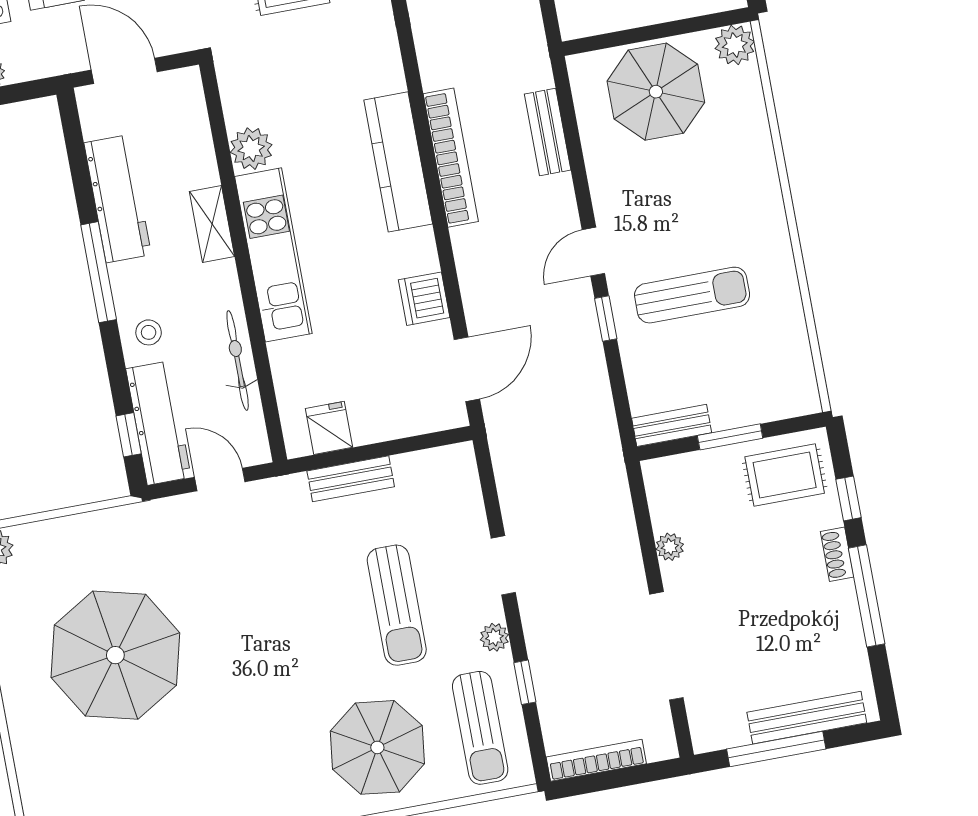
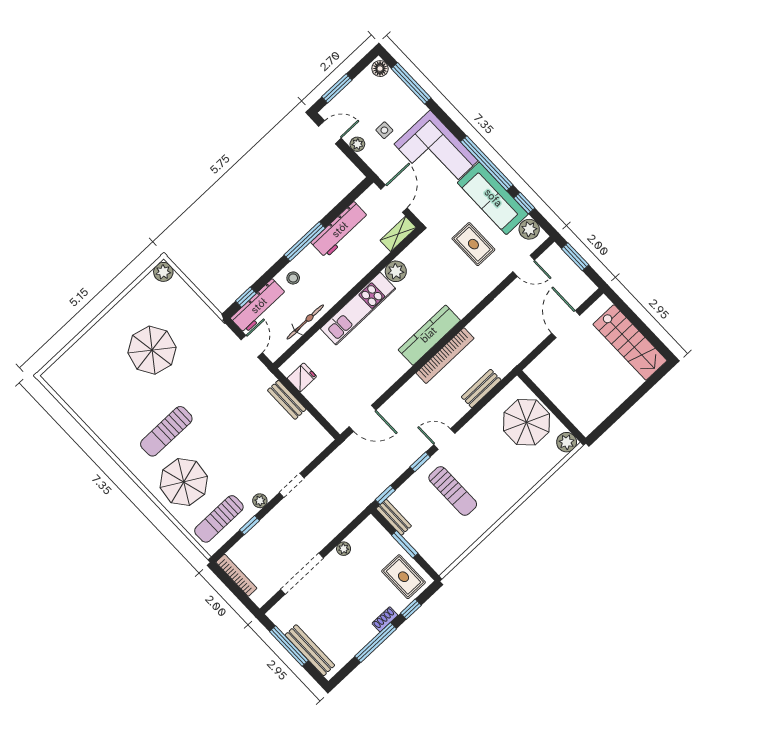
shelving: (212, 224) -> (398, 234), moved
dishwasher: (424, 299) -> (380, 382), removed
window: (624, 415) -> (385, 495), added
sun lounger: (397, 605) -> (166, 431), moved
parasol: (115, 655) -> (152, 350), width x0.73, depth x0.73

